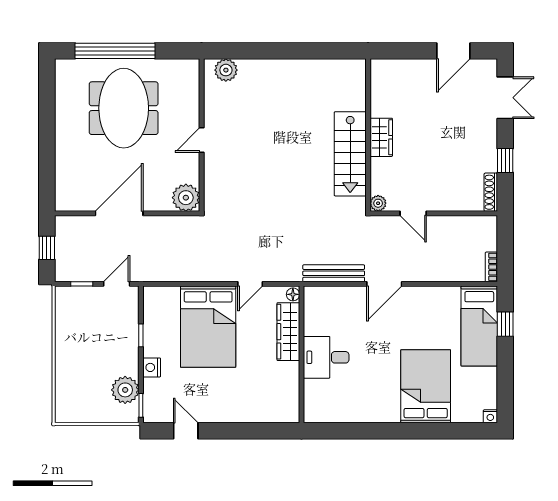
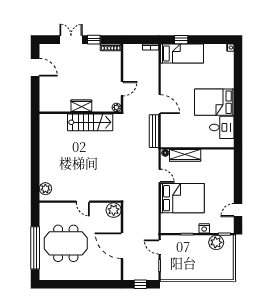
double door: (505, 98) -> (71, 40), moved
desk: (326, 357) -> (222, 127), moved, turned -90
bed: (426, 386) -> (214, 102), moved

